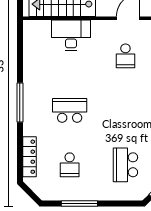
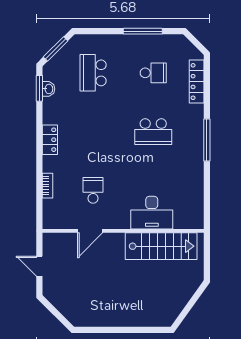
school desk: (70, 165) -> (153, 73), turned 90
school desk: (125, 165) -> (93, 73), turned 180

